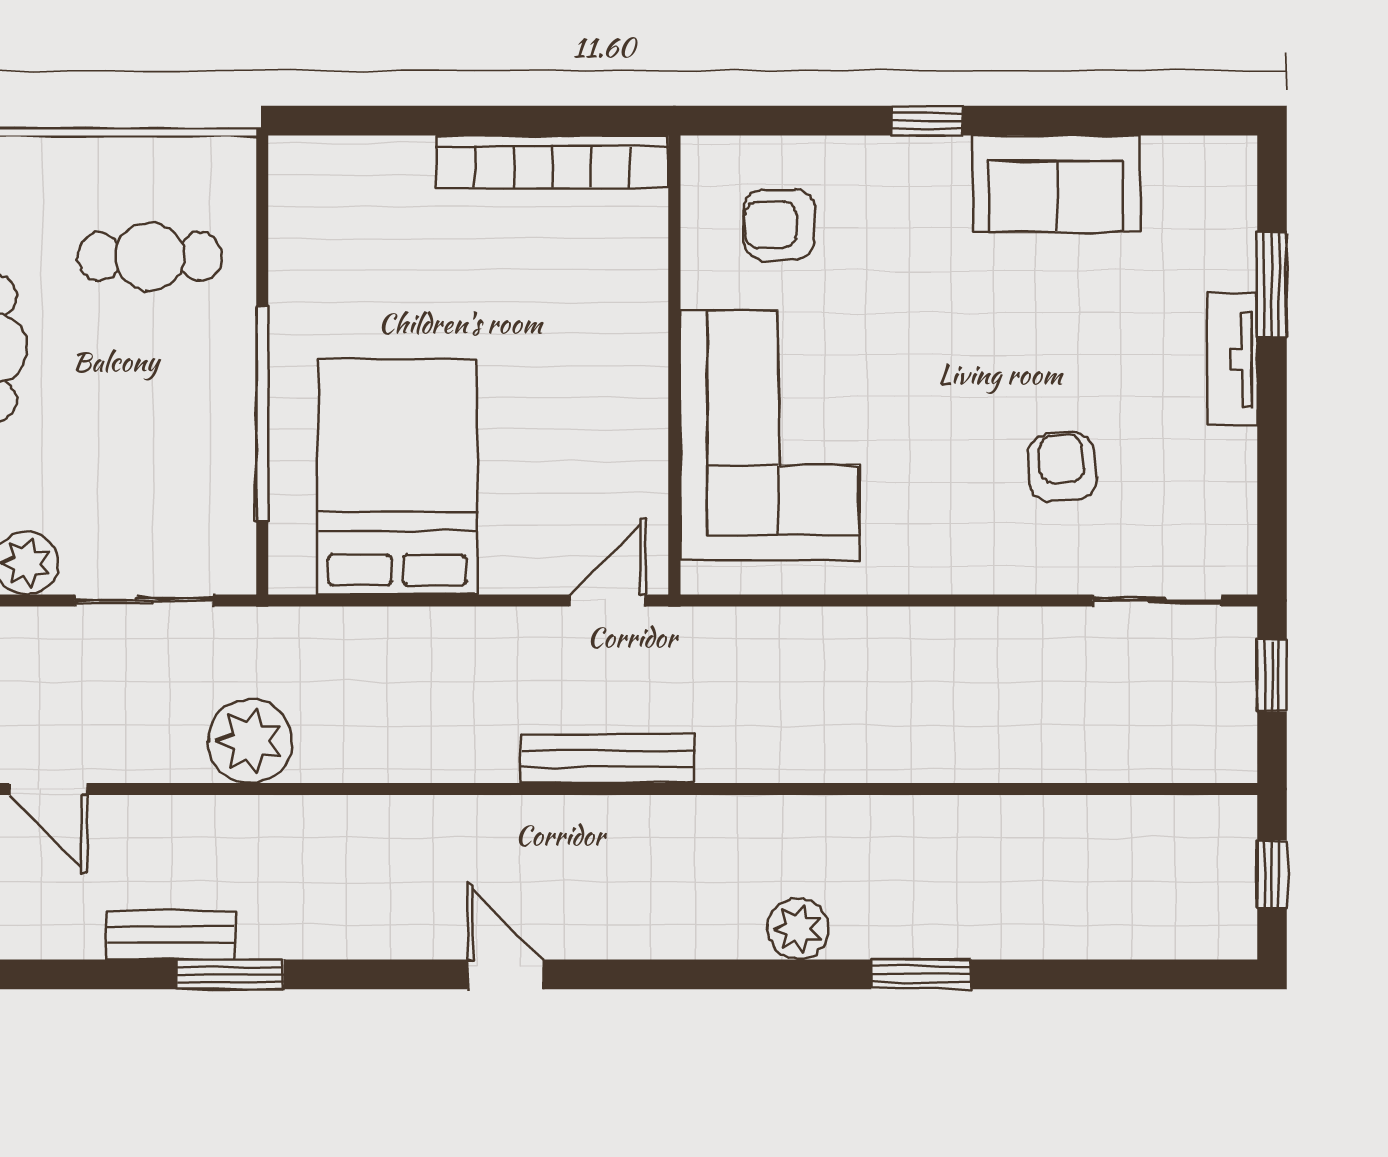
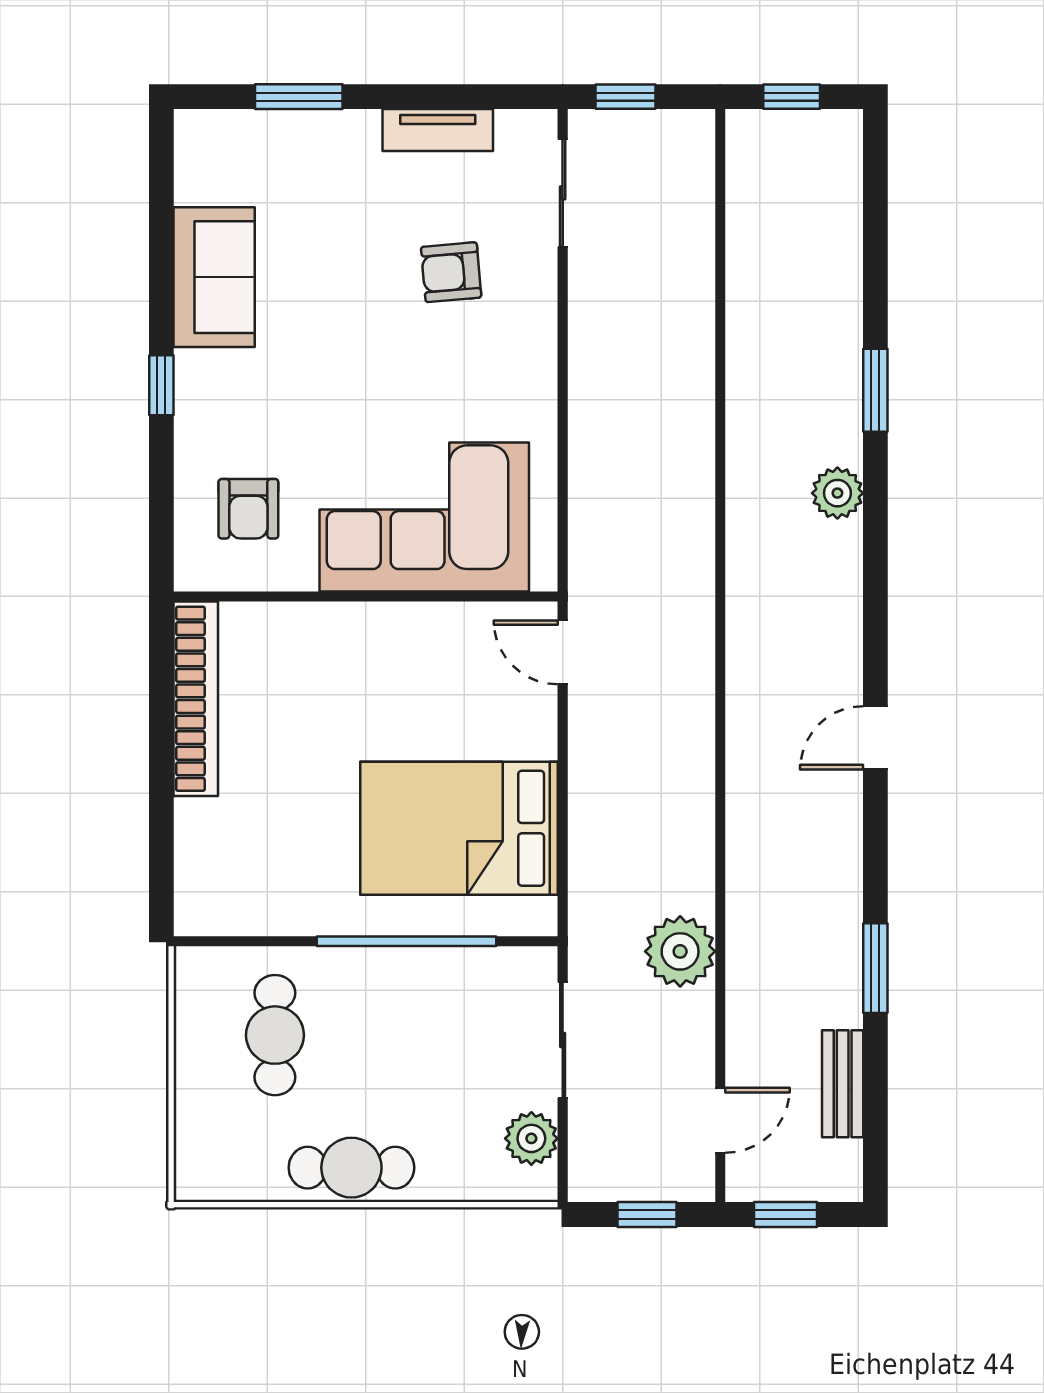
tv unit: (1232, 359) -> (438, 130), moved
bench: (607, 759) -> (695, 652), removed
bench: (171, 935) -> (843, 1084), moved

